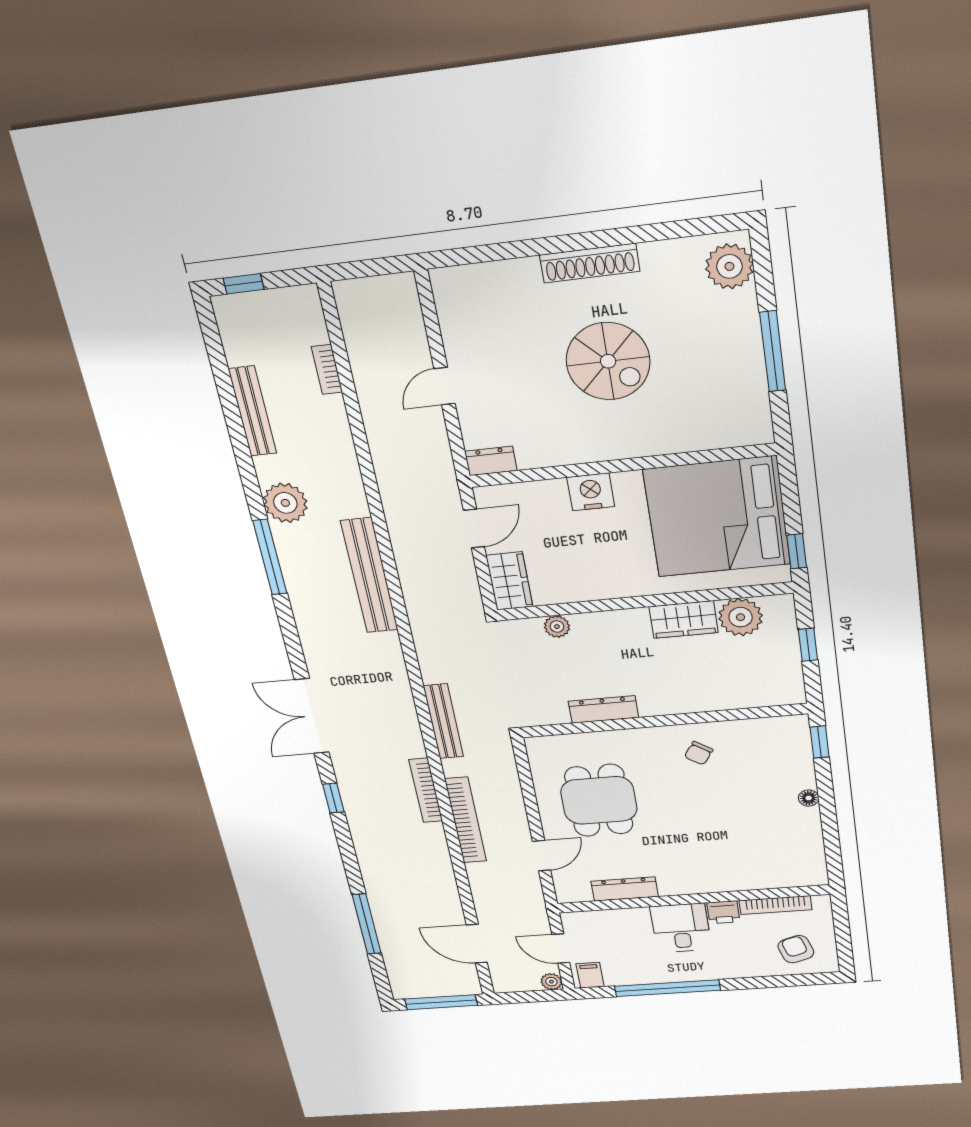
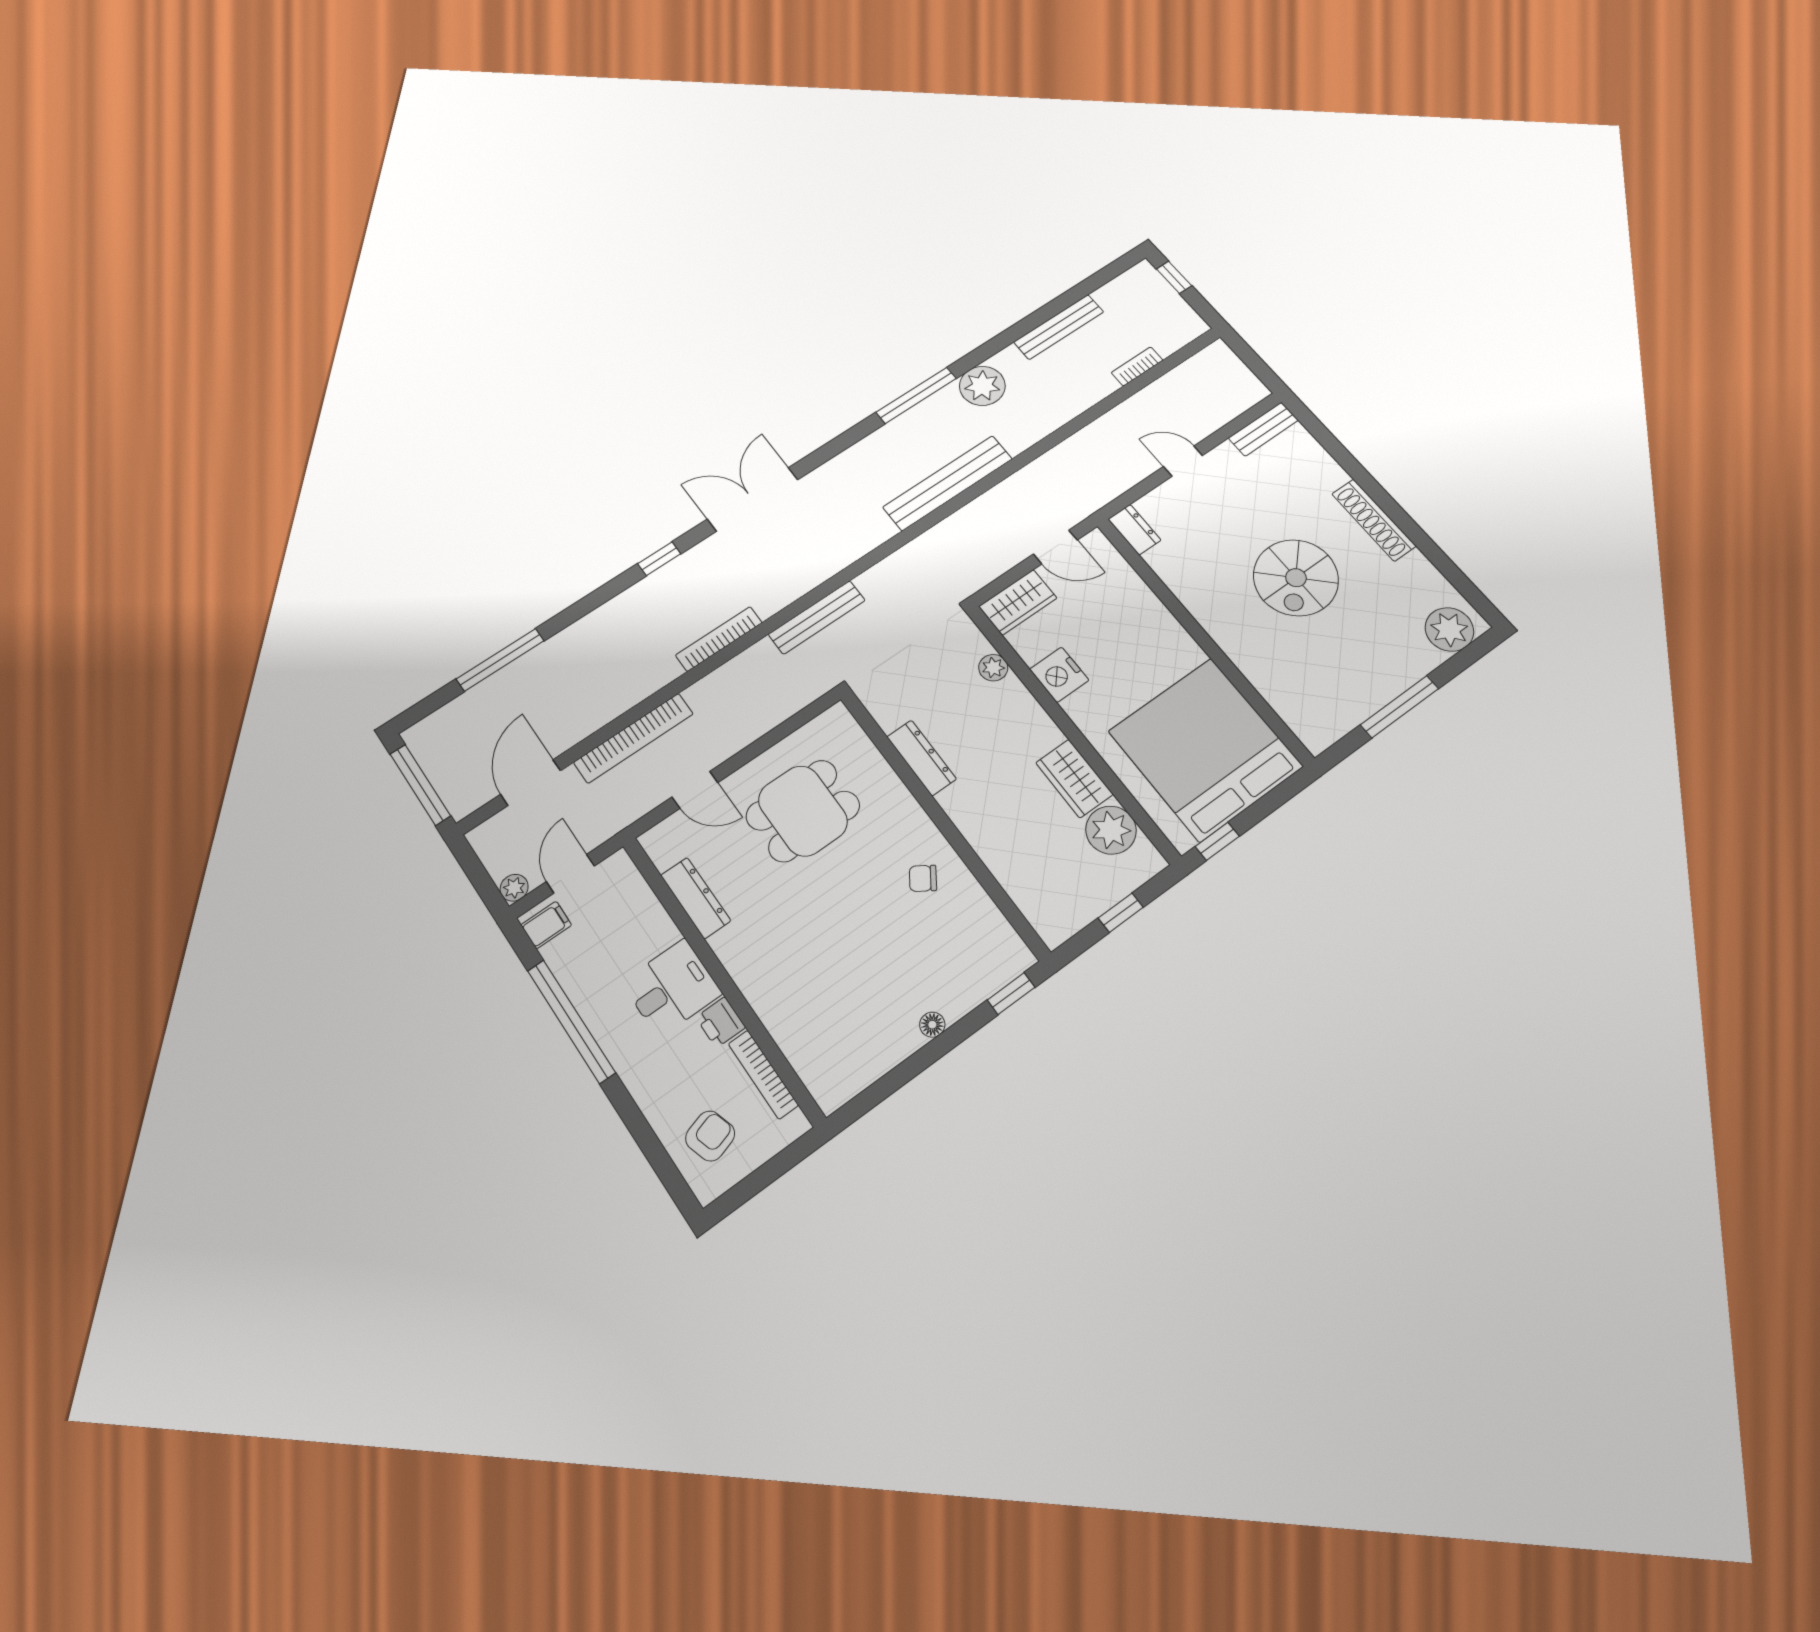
bench: (447, 301) -> (1263, 429), added
nightstand: (591, 492) -> (1059, 675), moved, turned 180
bookcase: (466, 820) -> (634, 738), moved

